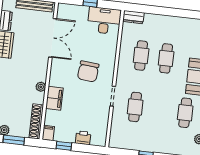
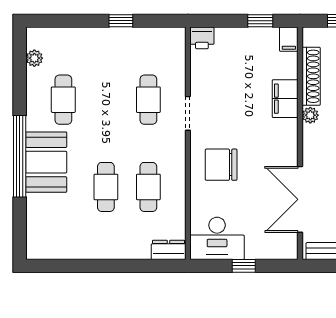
chair: (88, 71) -> (221, 165), moved, turned -95
shoe rack: (36, 121) -> (311, 76), moved
printer: (83, 138) -> (202, 38), moved

